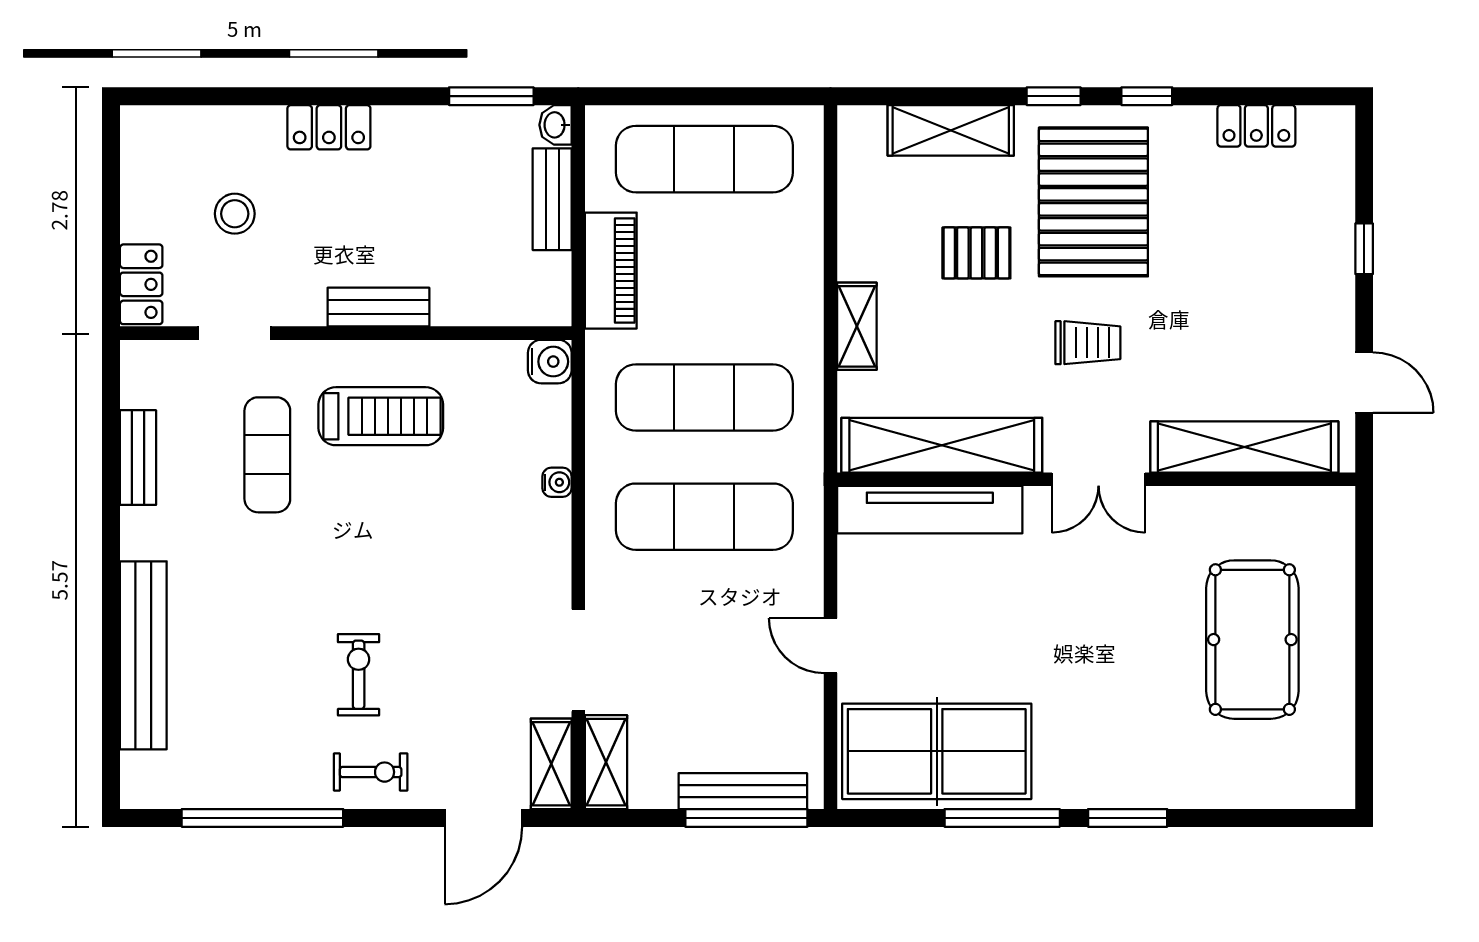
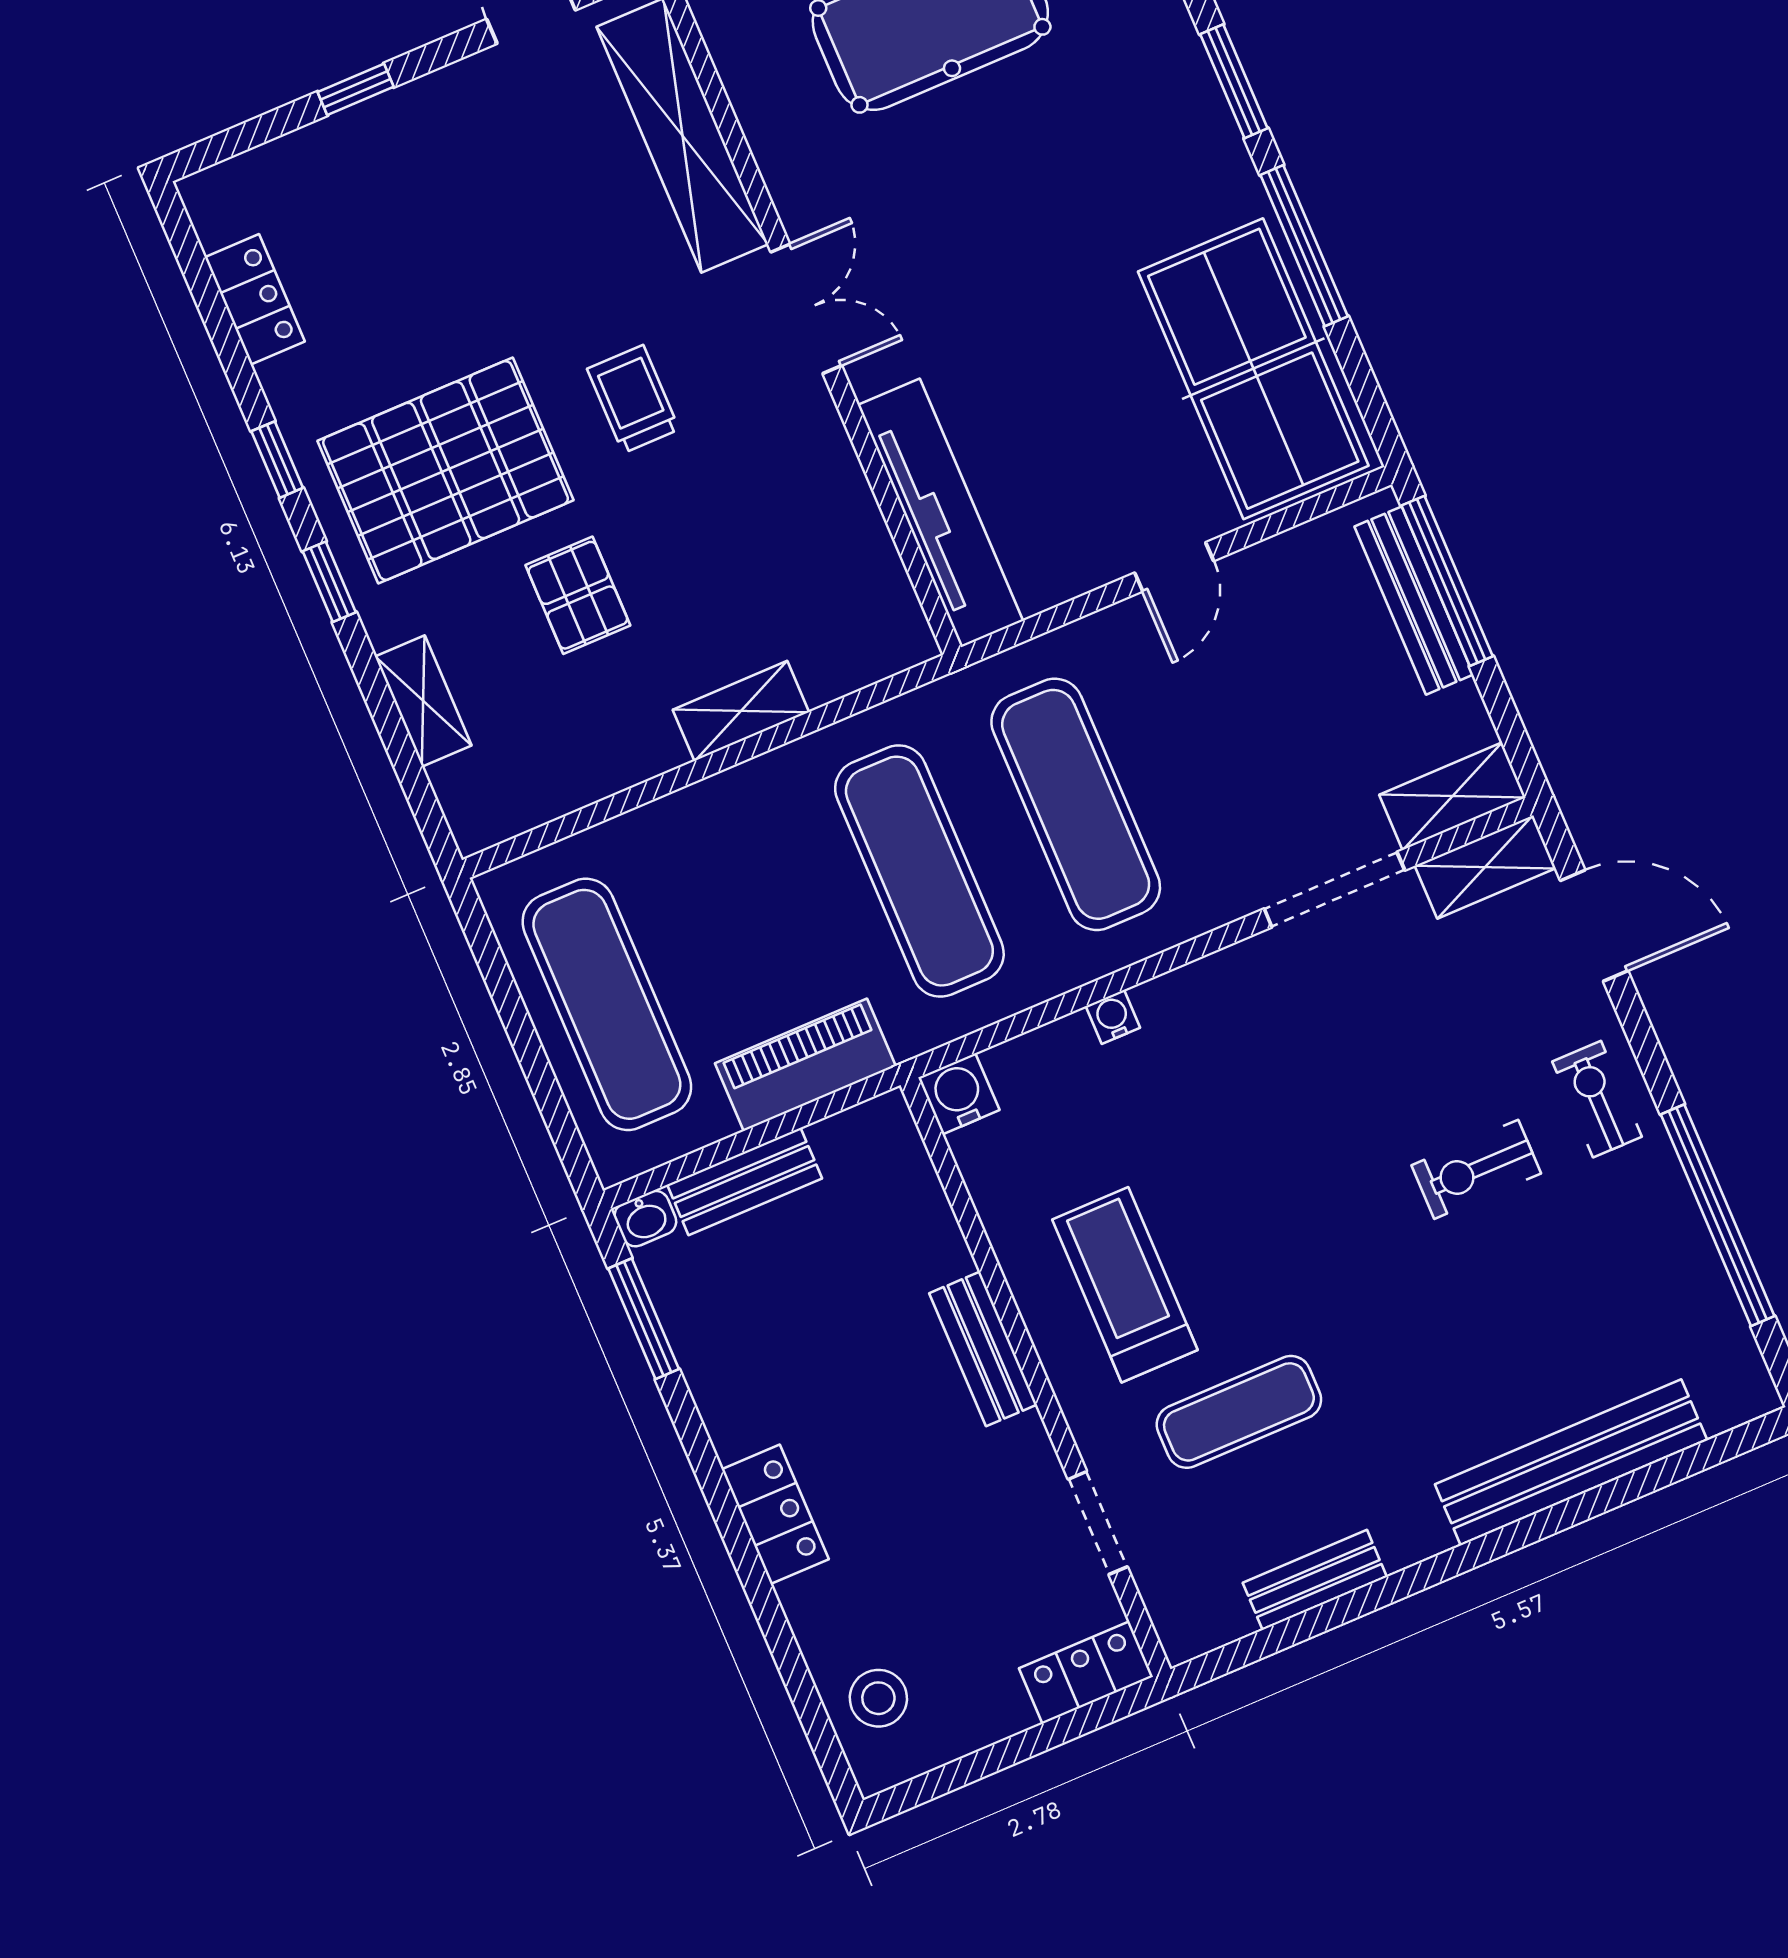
shelving: (951, 130) -> (423, 701), width x0.67, depth x0.75
stool: (235, 214) -> (878, 1698), moved
shelving: (942, 445) -> (849, 533), removed

